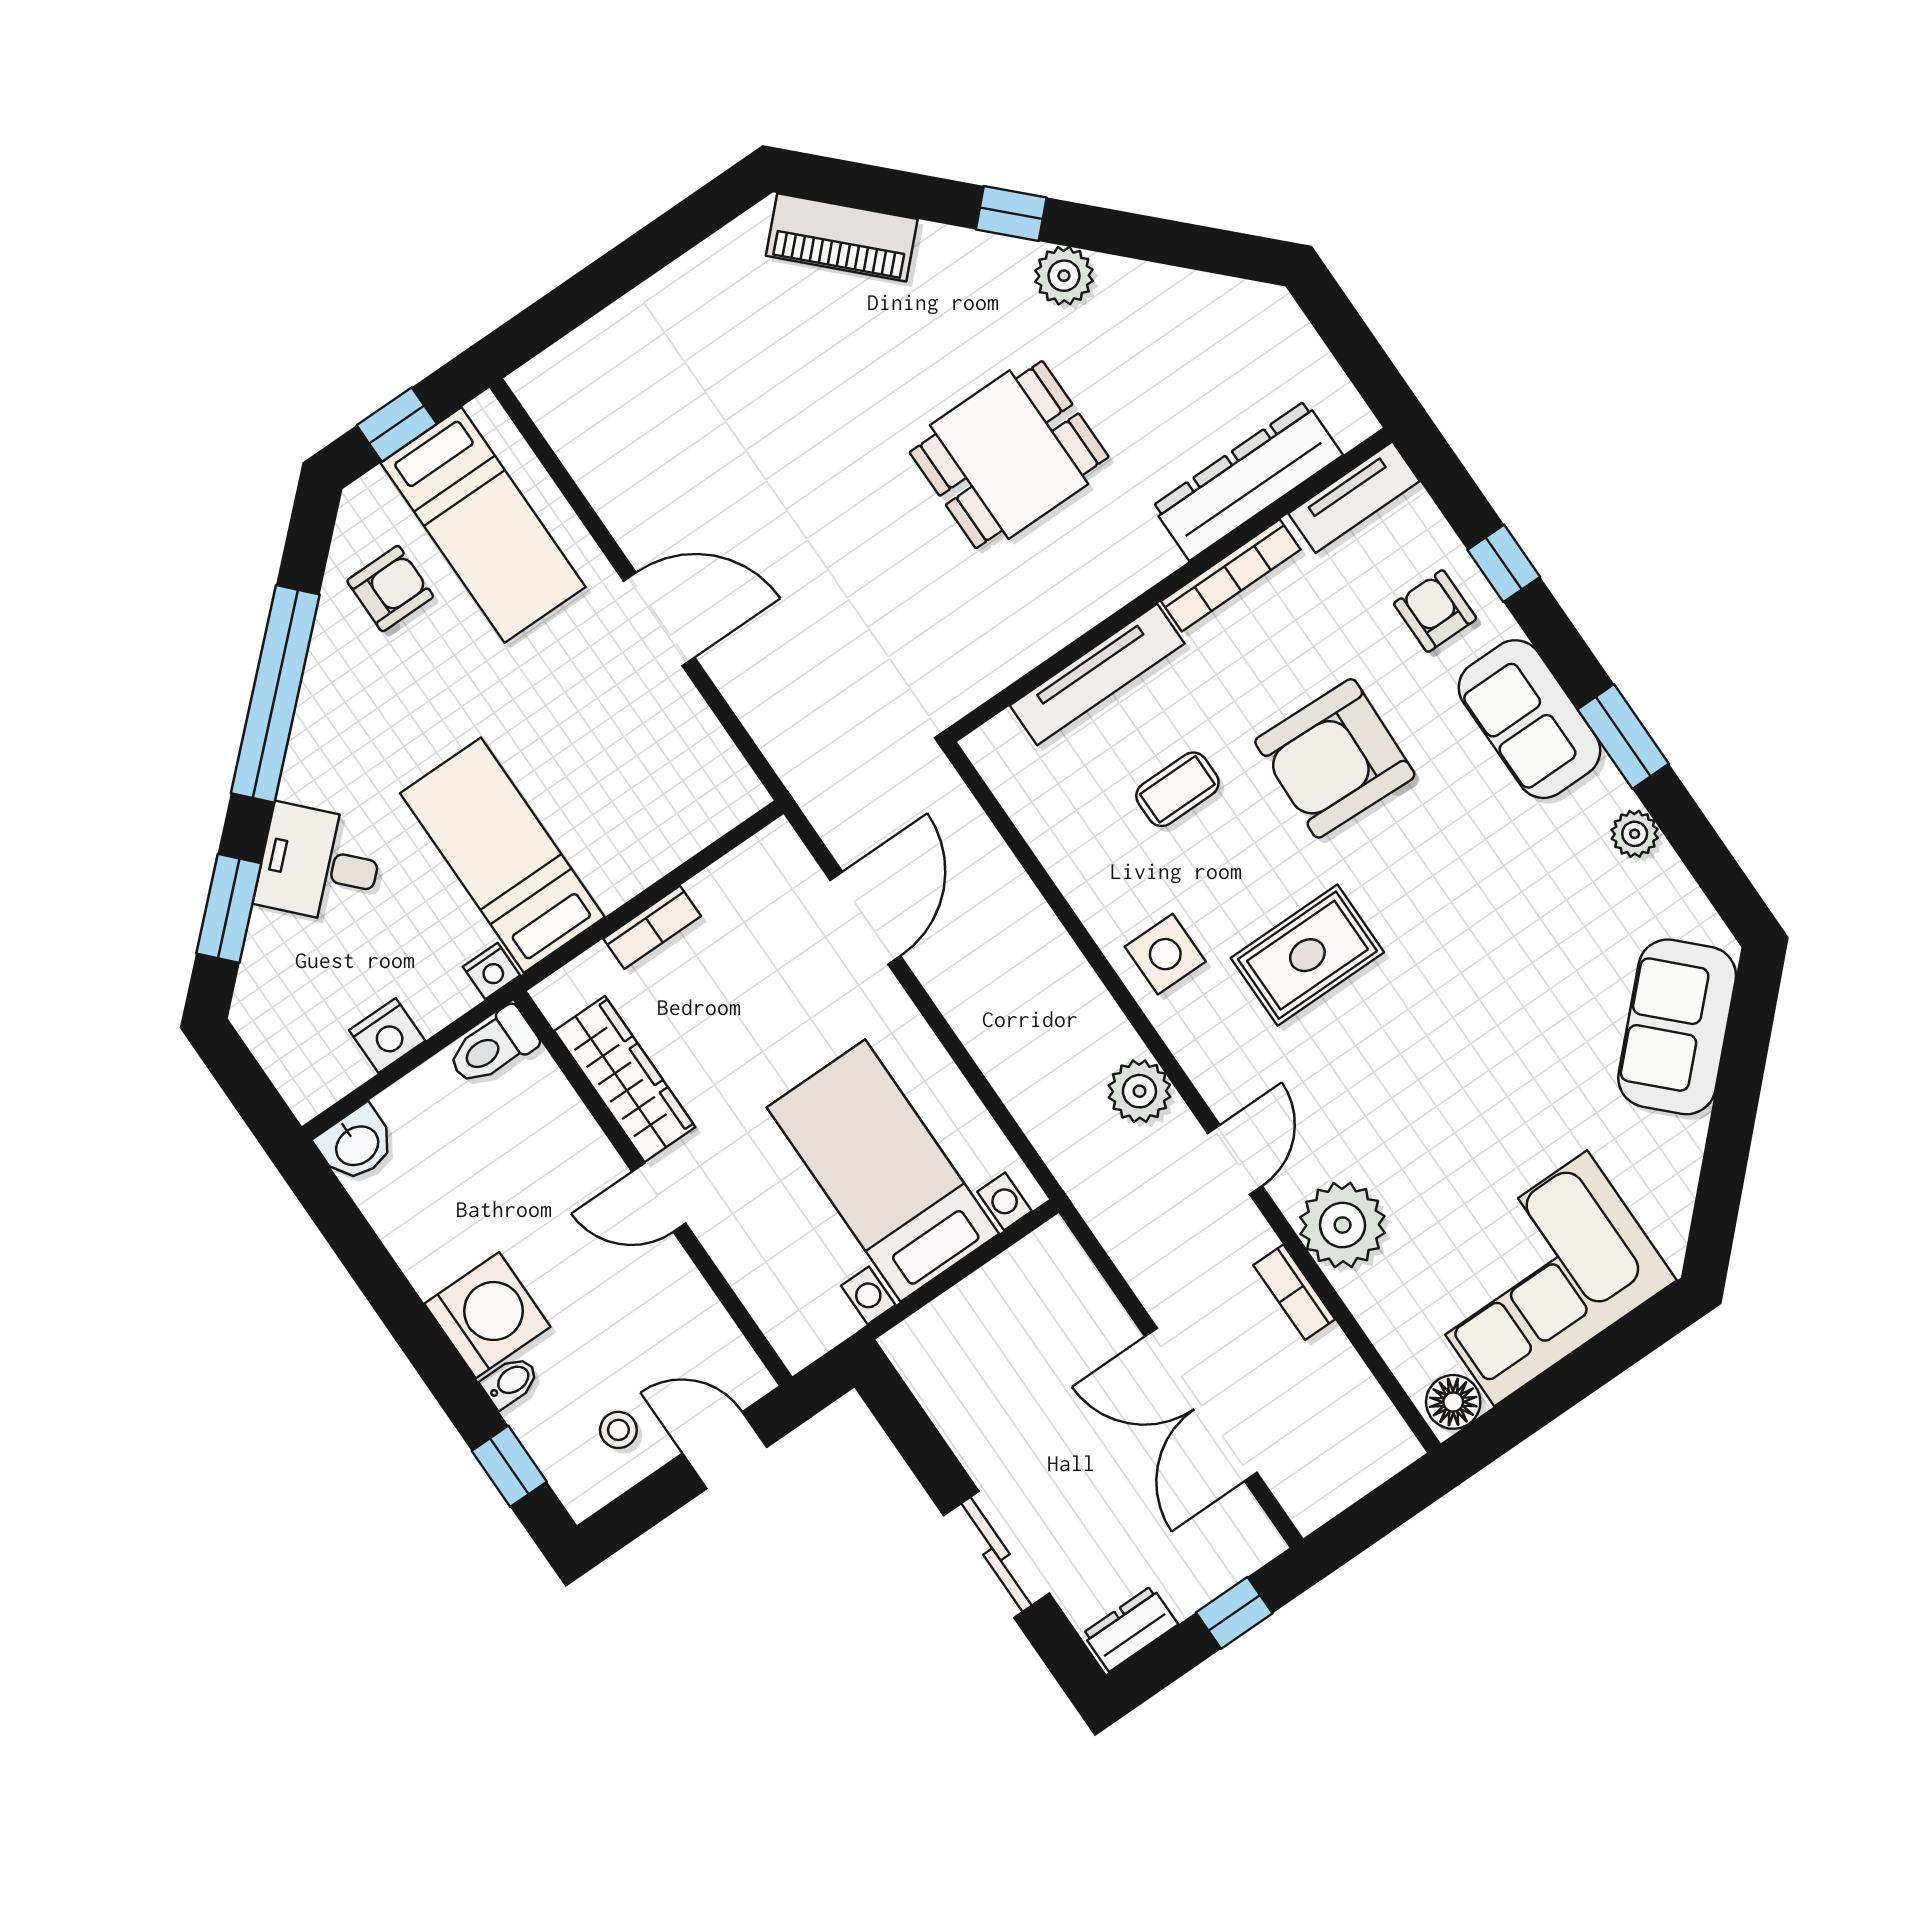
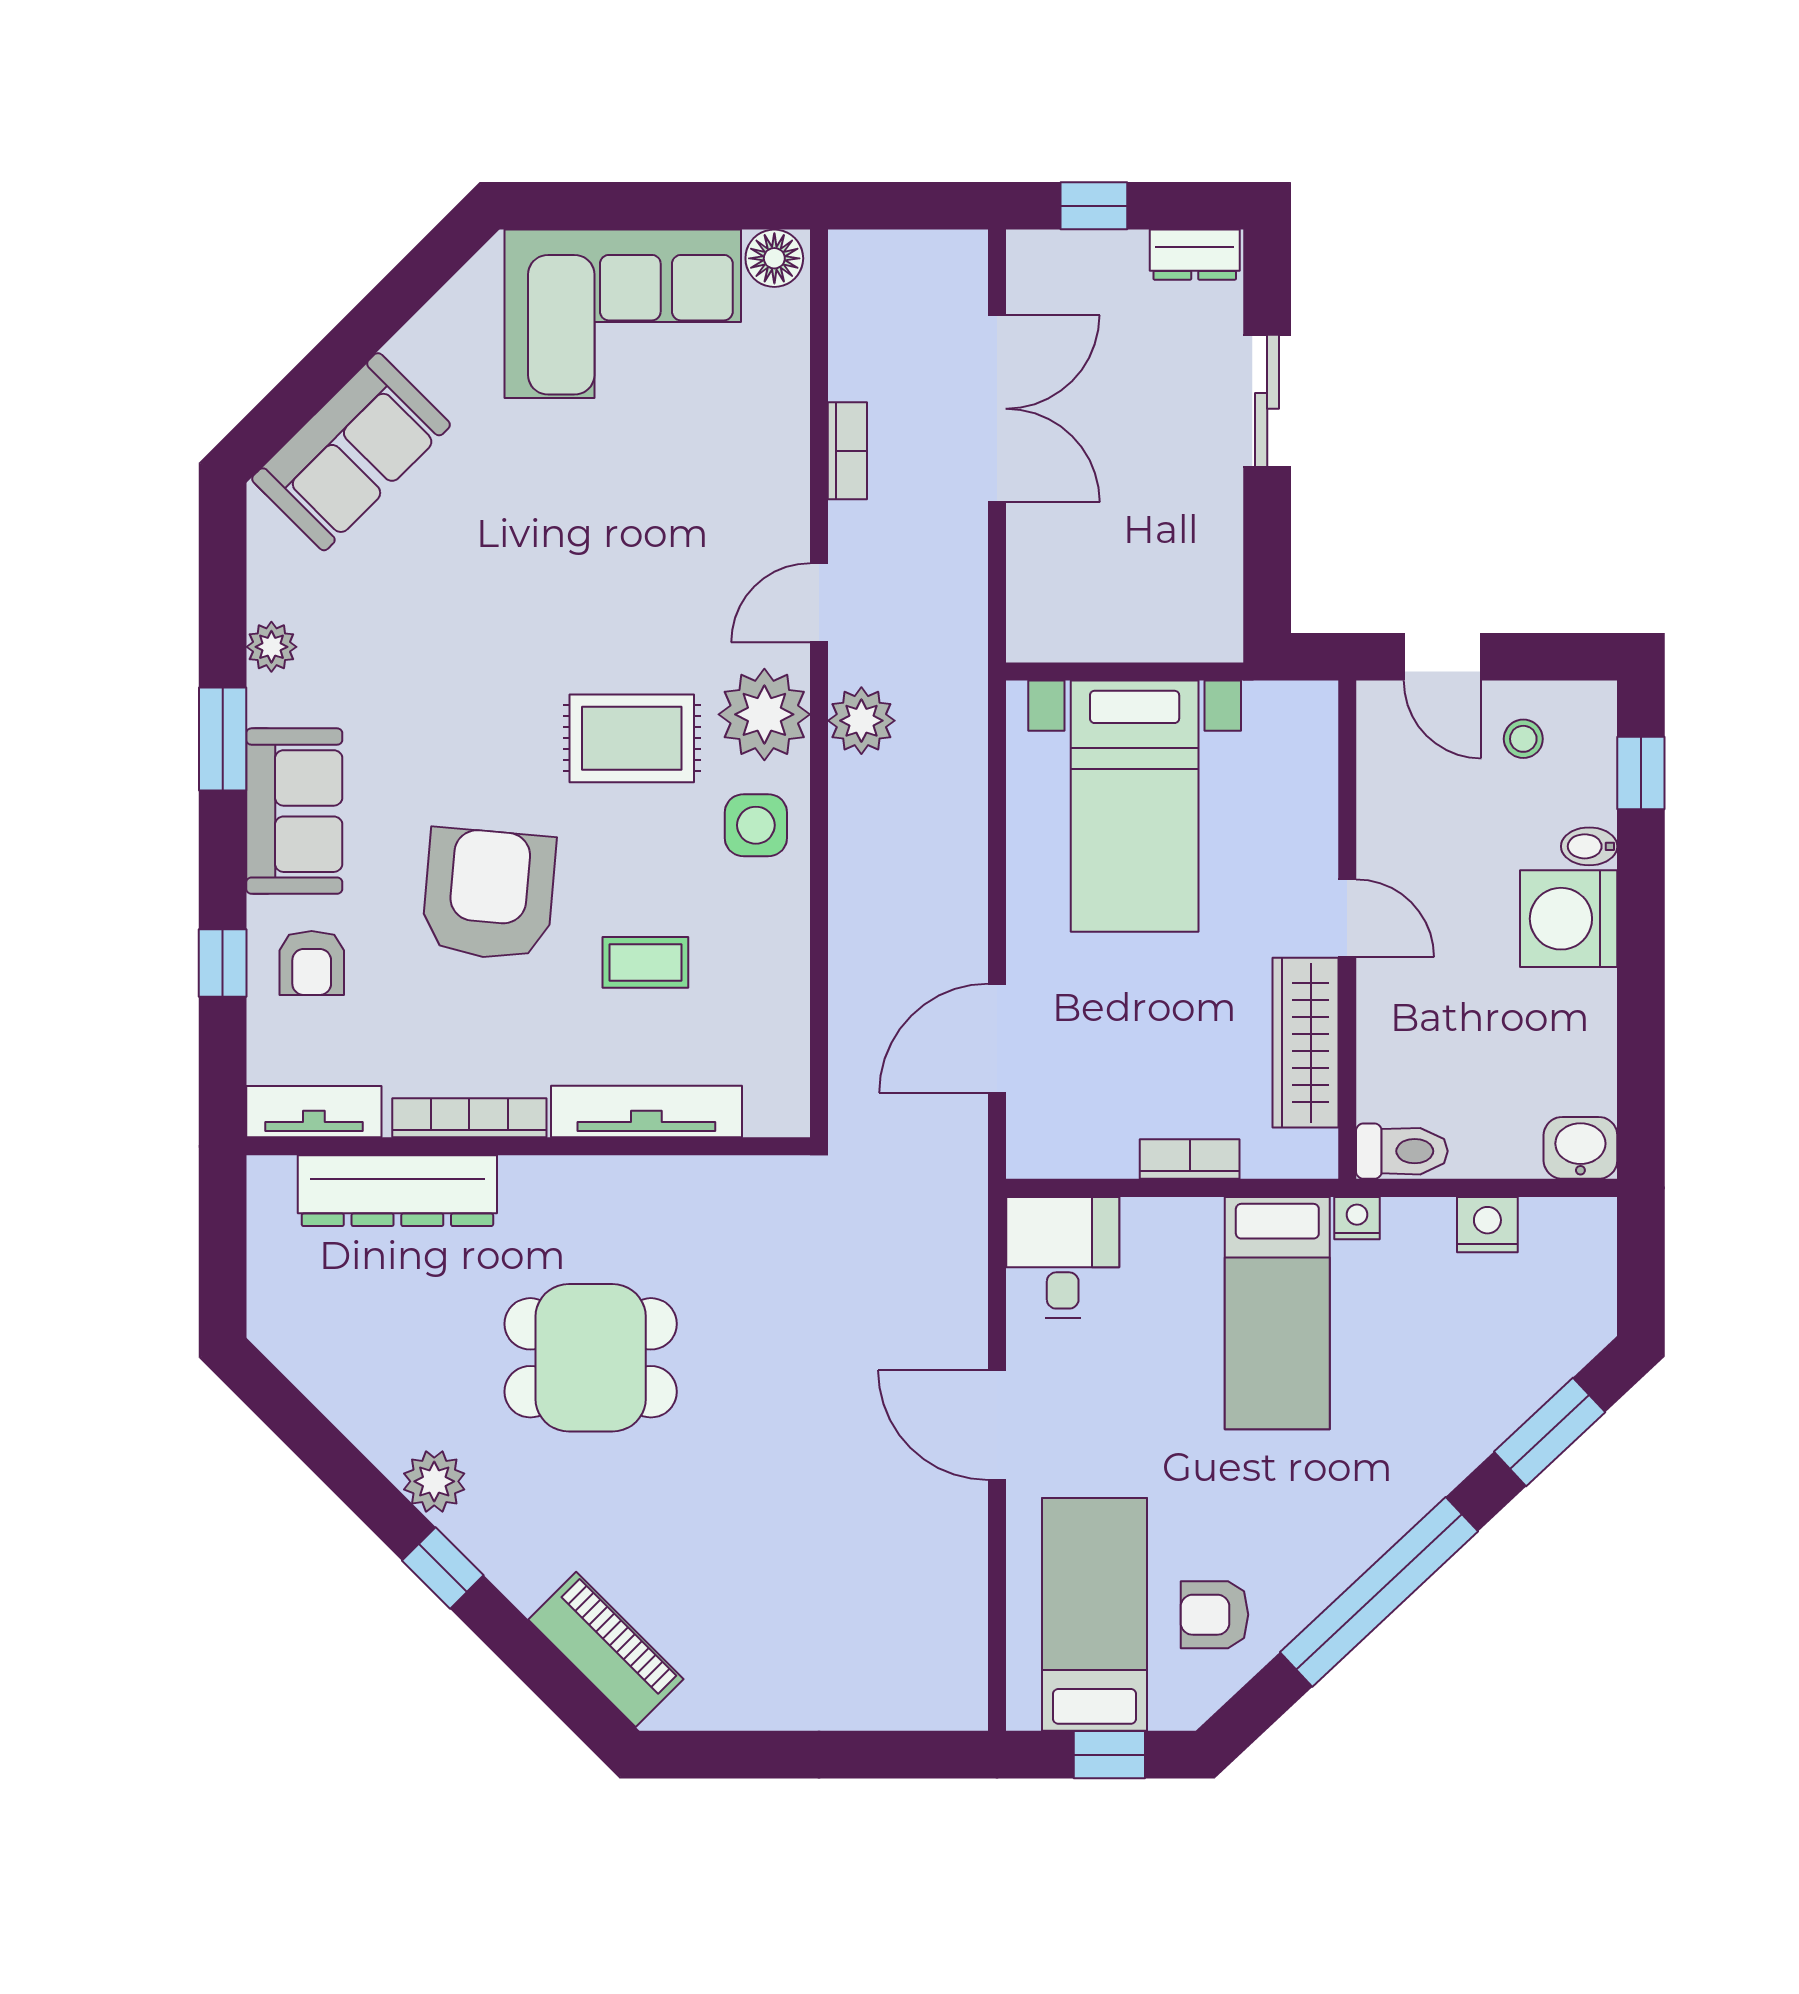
armchair: (1335, 758) -> (489, 894), turned -87
desk: (320, 864) -> (1063, 1258), moved, turned -137
plant: (1343, 1225) -> (764, 714), moved

